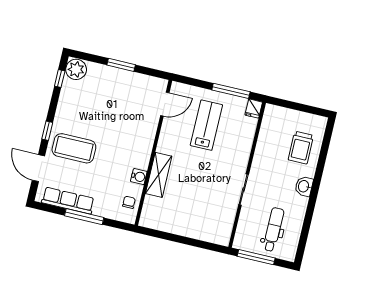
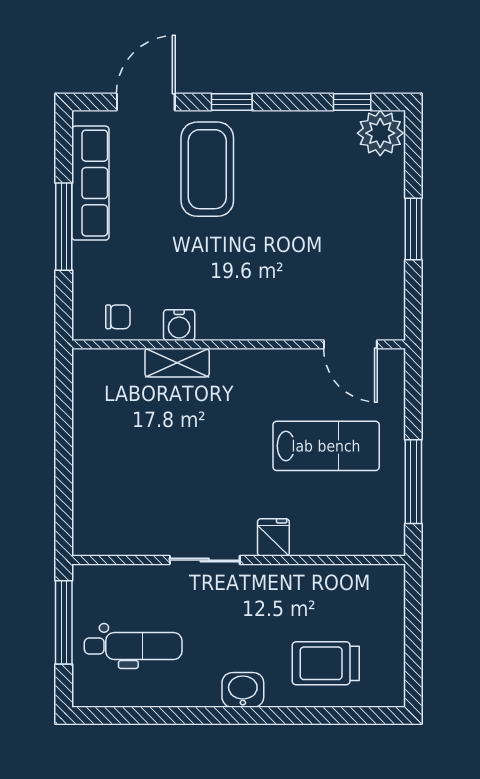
fridge: (254, 109) -> (273, 537), moved, turned 90
shelving: (159, 175) -> (177, 363), width x0.67, depth x0.75

